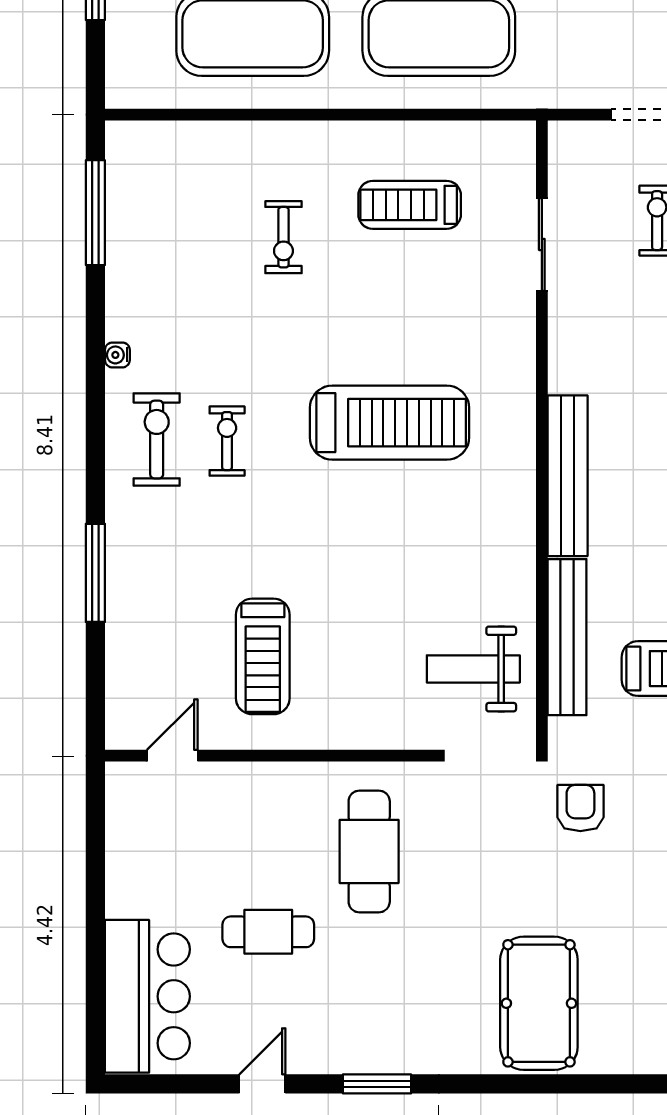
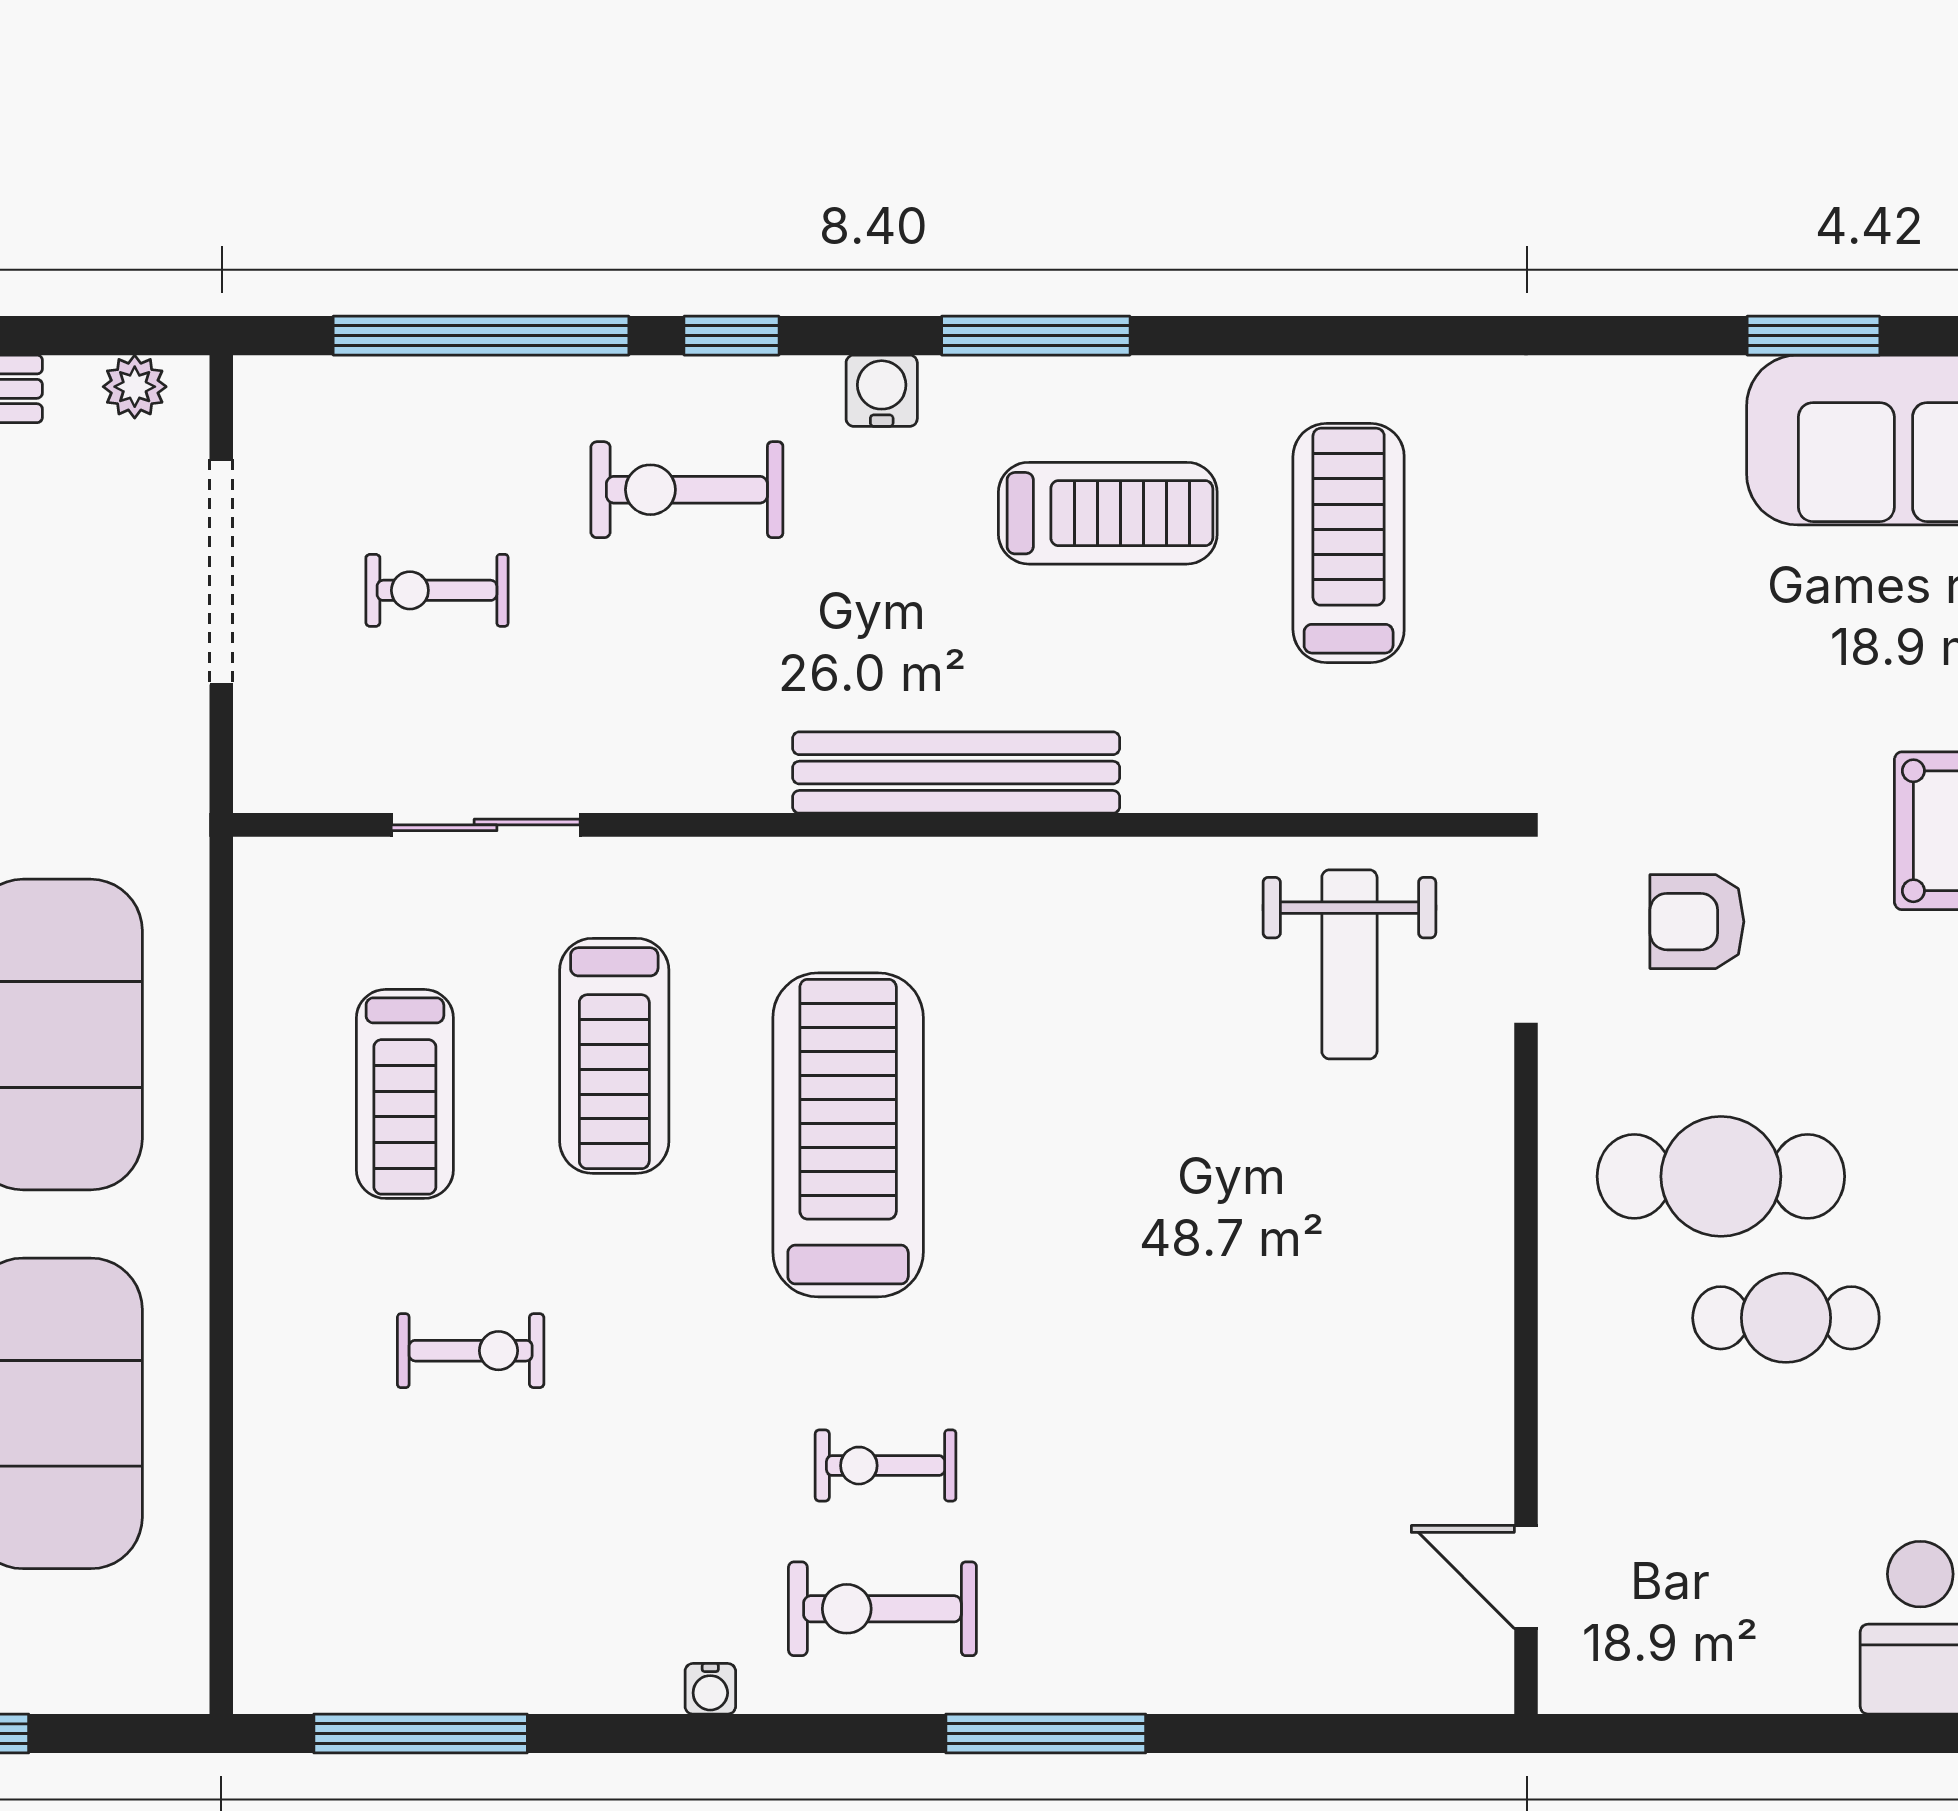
window: (95, 573) -> (1046, 1733), moved
bench: (567, 637) -> (1285, 774), removed
treadmill: (263, 656) -> (614, 1056), moved, turned 90
armchair: (580, 808) -> (1697, 922), moved
cafe table: (268, 932) -> (1786, 1318), moved, turned 90

